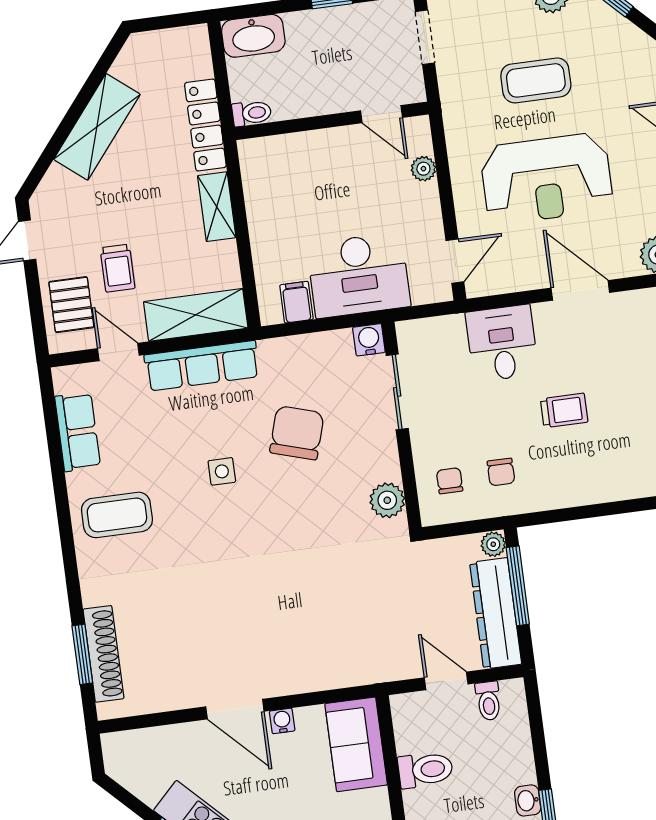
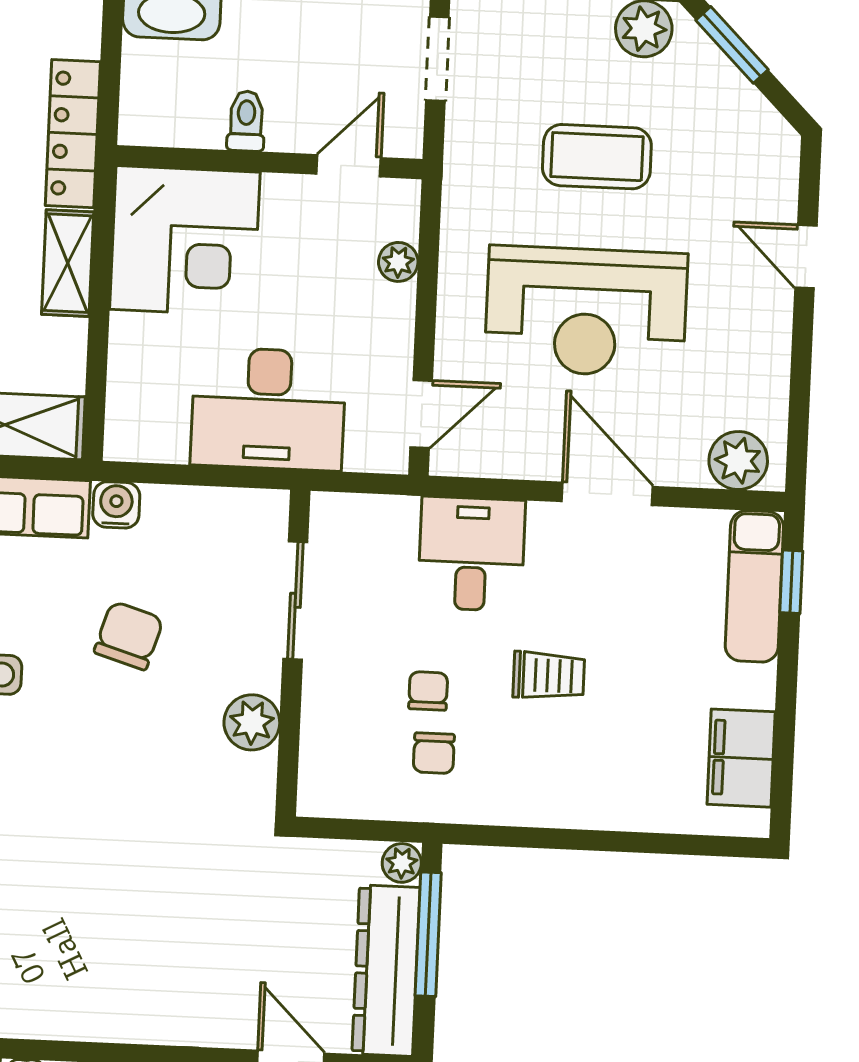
toilet: (252, 113) -> (246, 121), moved, turned -90
door: (382, 114) -> (349, 166), swing flipped
corner desk: (287, 179) -> (185, 241), added
filing cabinet: (296, 302) -> (164, 433), removed
water cooler: (369, 340) -> (116, 505), moved
chair: (297, 433) -> (129, 636), width x0.73, depth x0.73
chair: (450, 481) -> (428, 691), moved
plant: (387, 500) -> (252, 722), moved

